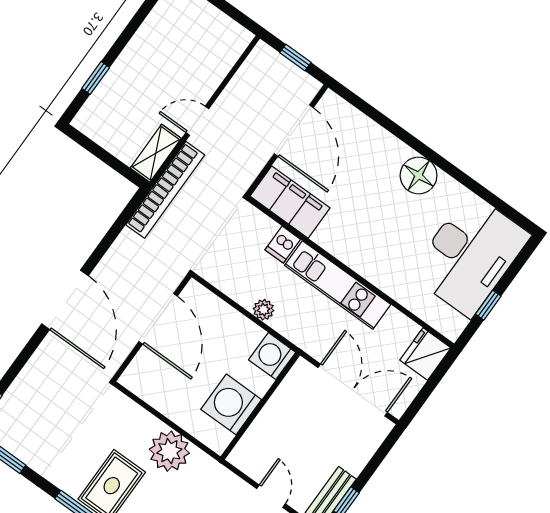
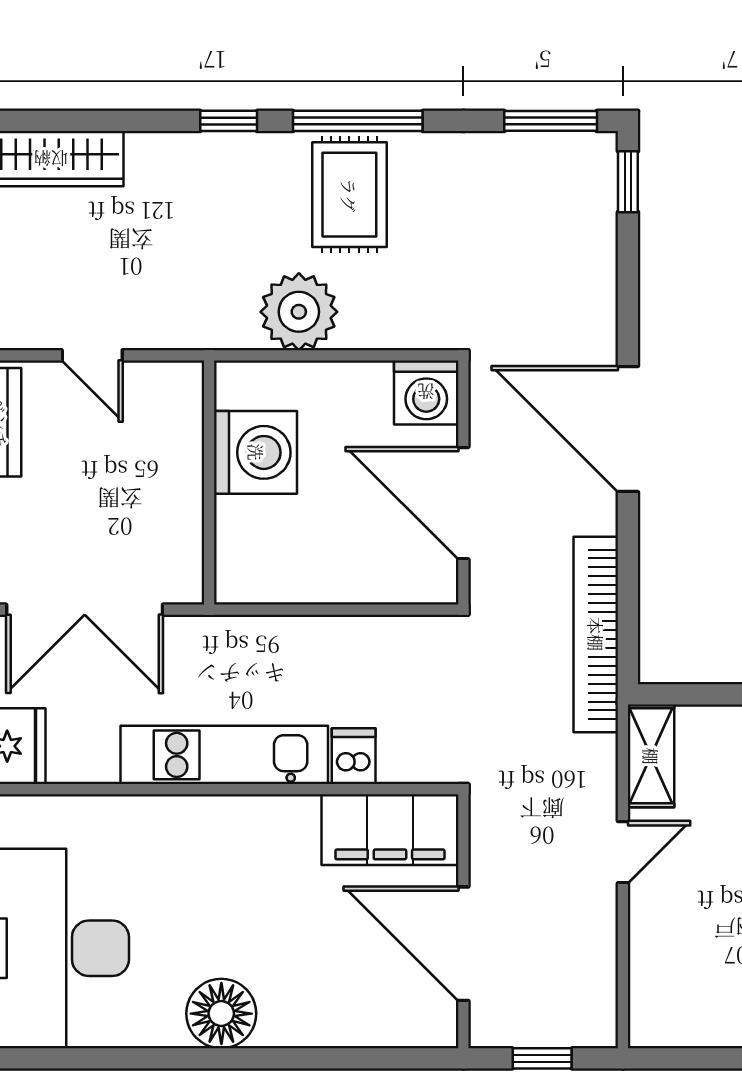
bookcase: (165, 190) -> (596, 634), moved
plant: (264, 310) -> (311, 634), removed
washing machine: (272, 356) -> (426, 392), moved, turned 90

